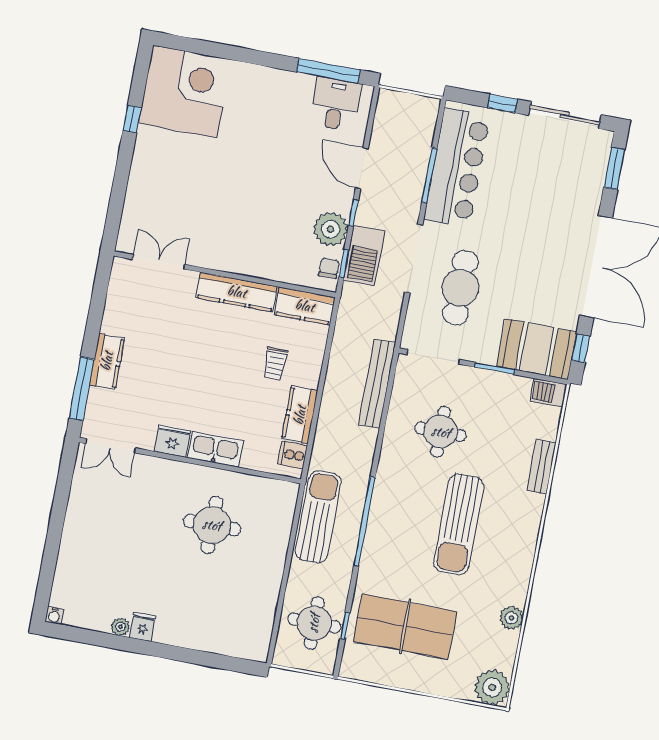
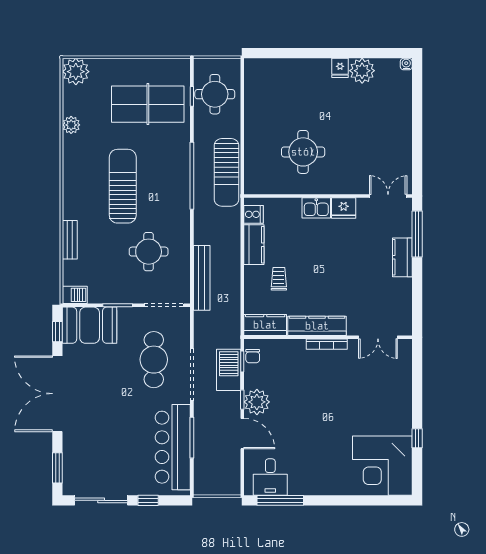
plant: (331, 229) -> (257, 402), moved
bookcase: (228, 265) -> (327, 344), added
kitchen sink: (215, 449) -> (316, 208), width x0.73
plant: (120, 627) -> (362, 71), width x1.87, depth x1.87

